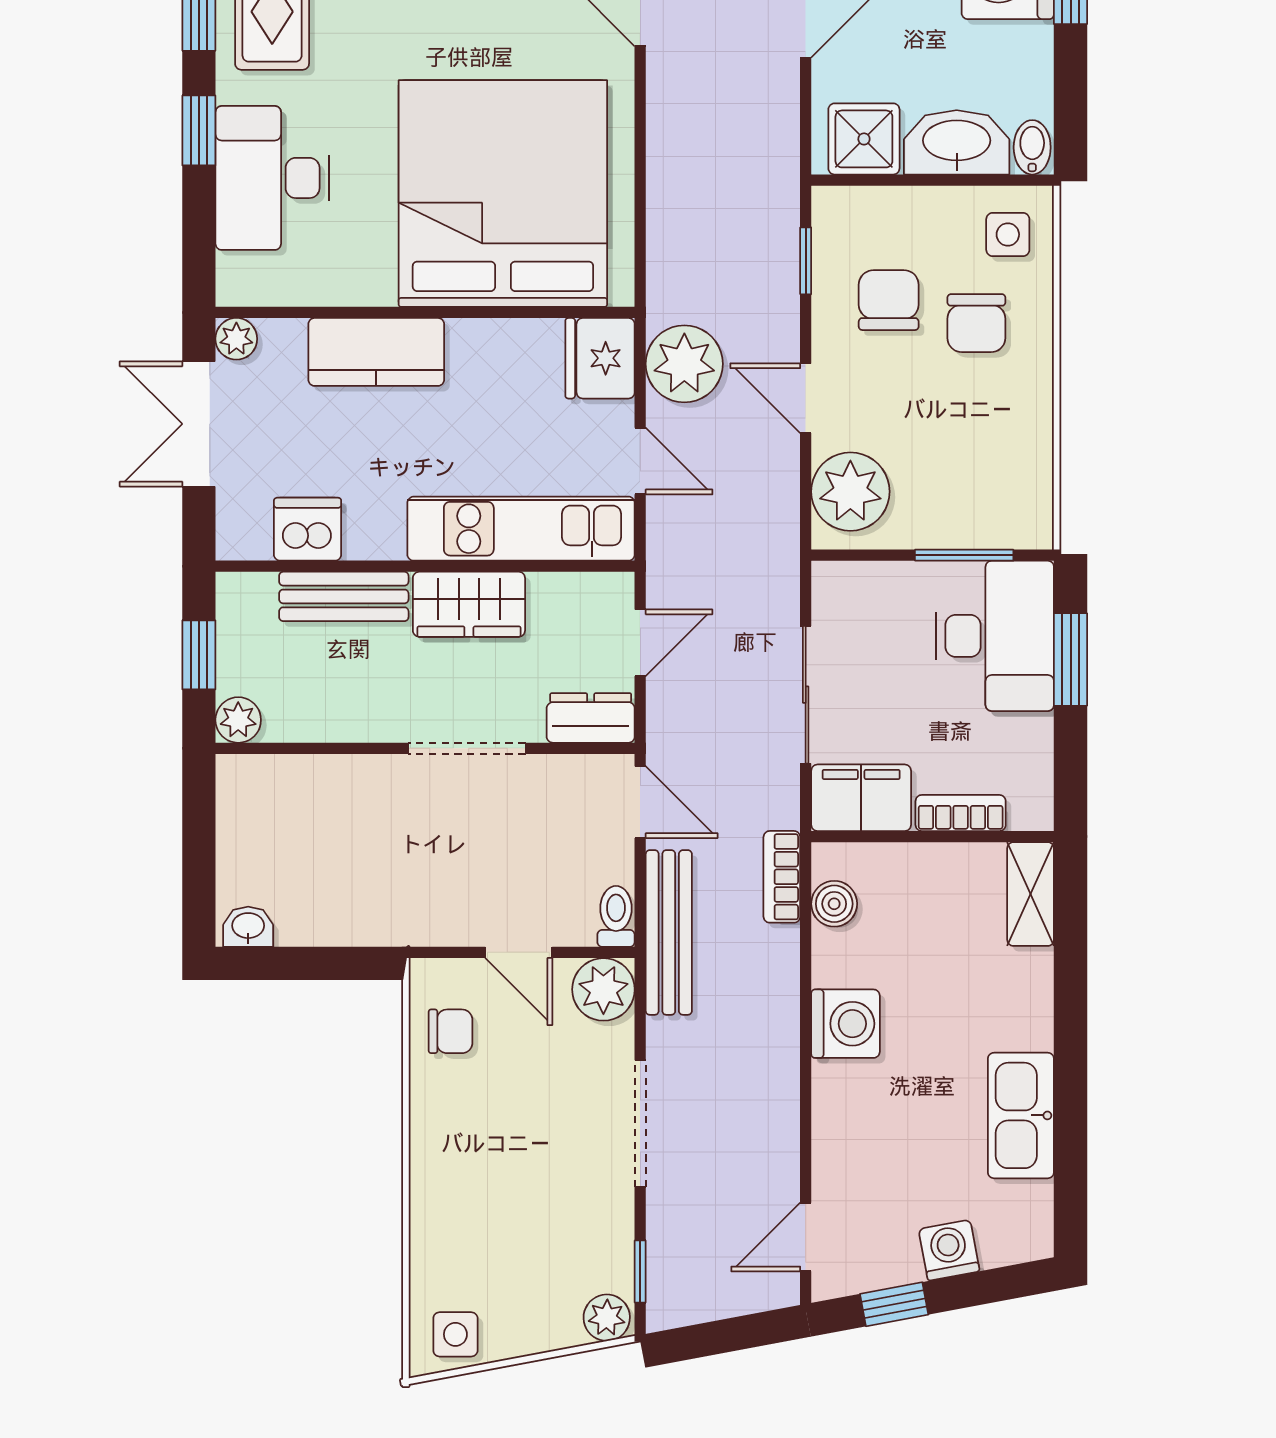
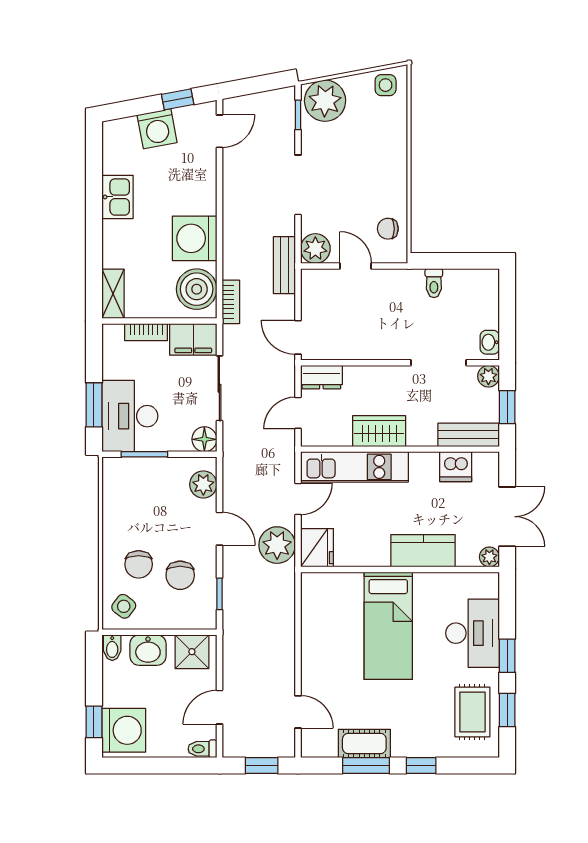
washbasin: (957, 142) -> (148, 650), width x0.72
bed: (503, 194) -> (388, 626), width x0.49
side table: (1008, 234) -> (124, 606), turned 37
chair: (976, 323) -> (139, 564), turned 180
door: (640, 461) -> (298, 499), swing flipped
plant: (850, 492) -> (203, 484), width x0.73, depth x0.73
floor lamp: (838, 587) -> (204, 439), added
bench: (344, 596) -> (469, 435), moved
doorway: (467, 748) -> (438, 363), moved
boiler: (834, 904) -> (197, 289), width x1.86, depth x1.86
toilet: (616, 916) -> (434, 283), moved
washbasin: (248, 927) -> (490, 342), moved, turned 90
bench: (669, 932) -> (284, 265), width x0.73
washing machine: (845, 1024) -> (195, 238), width x1.37, depth x1.37
kitchen sink: (1021, 1115) -> (118, 197), width x0.73
washing machine: (949, 1250) -> (157, 129), width x1.38, depth x1.38
plant: (607, 1318) -> (325, 101), width x1.88, depth x1.88

